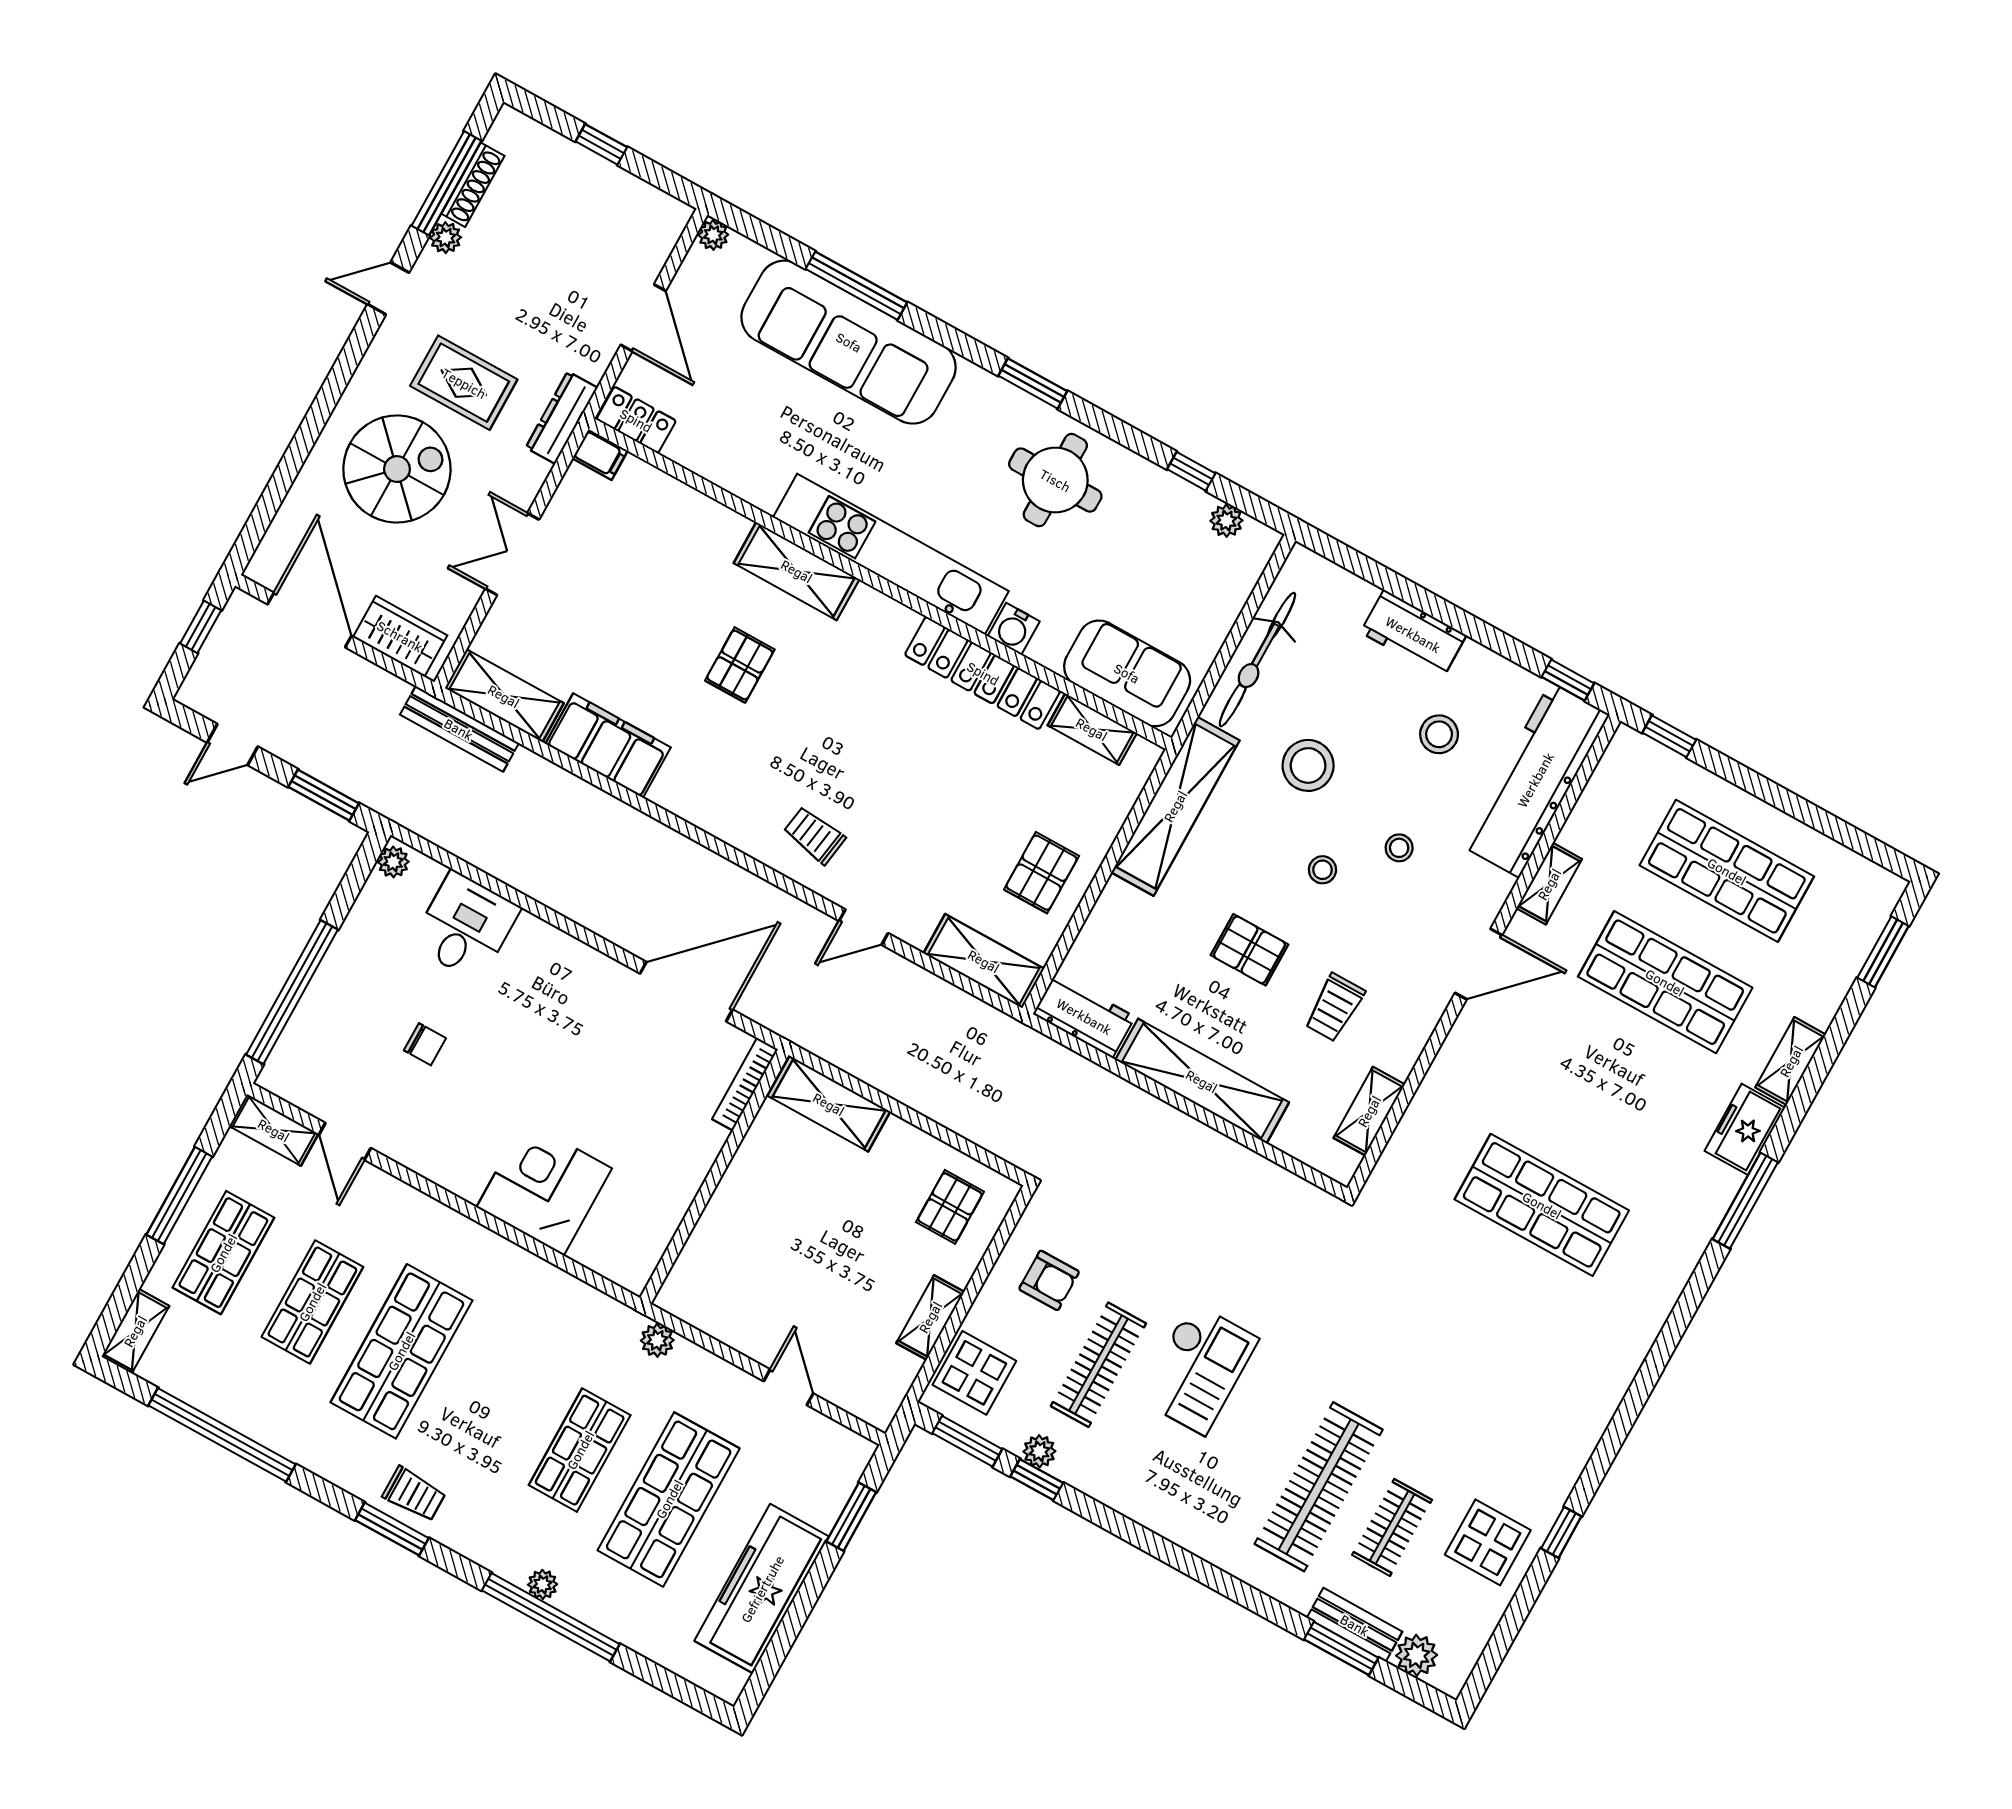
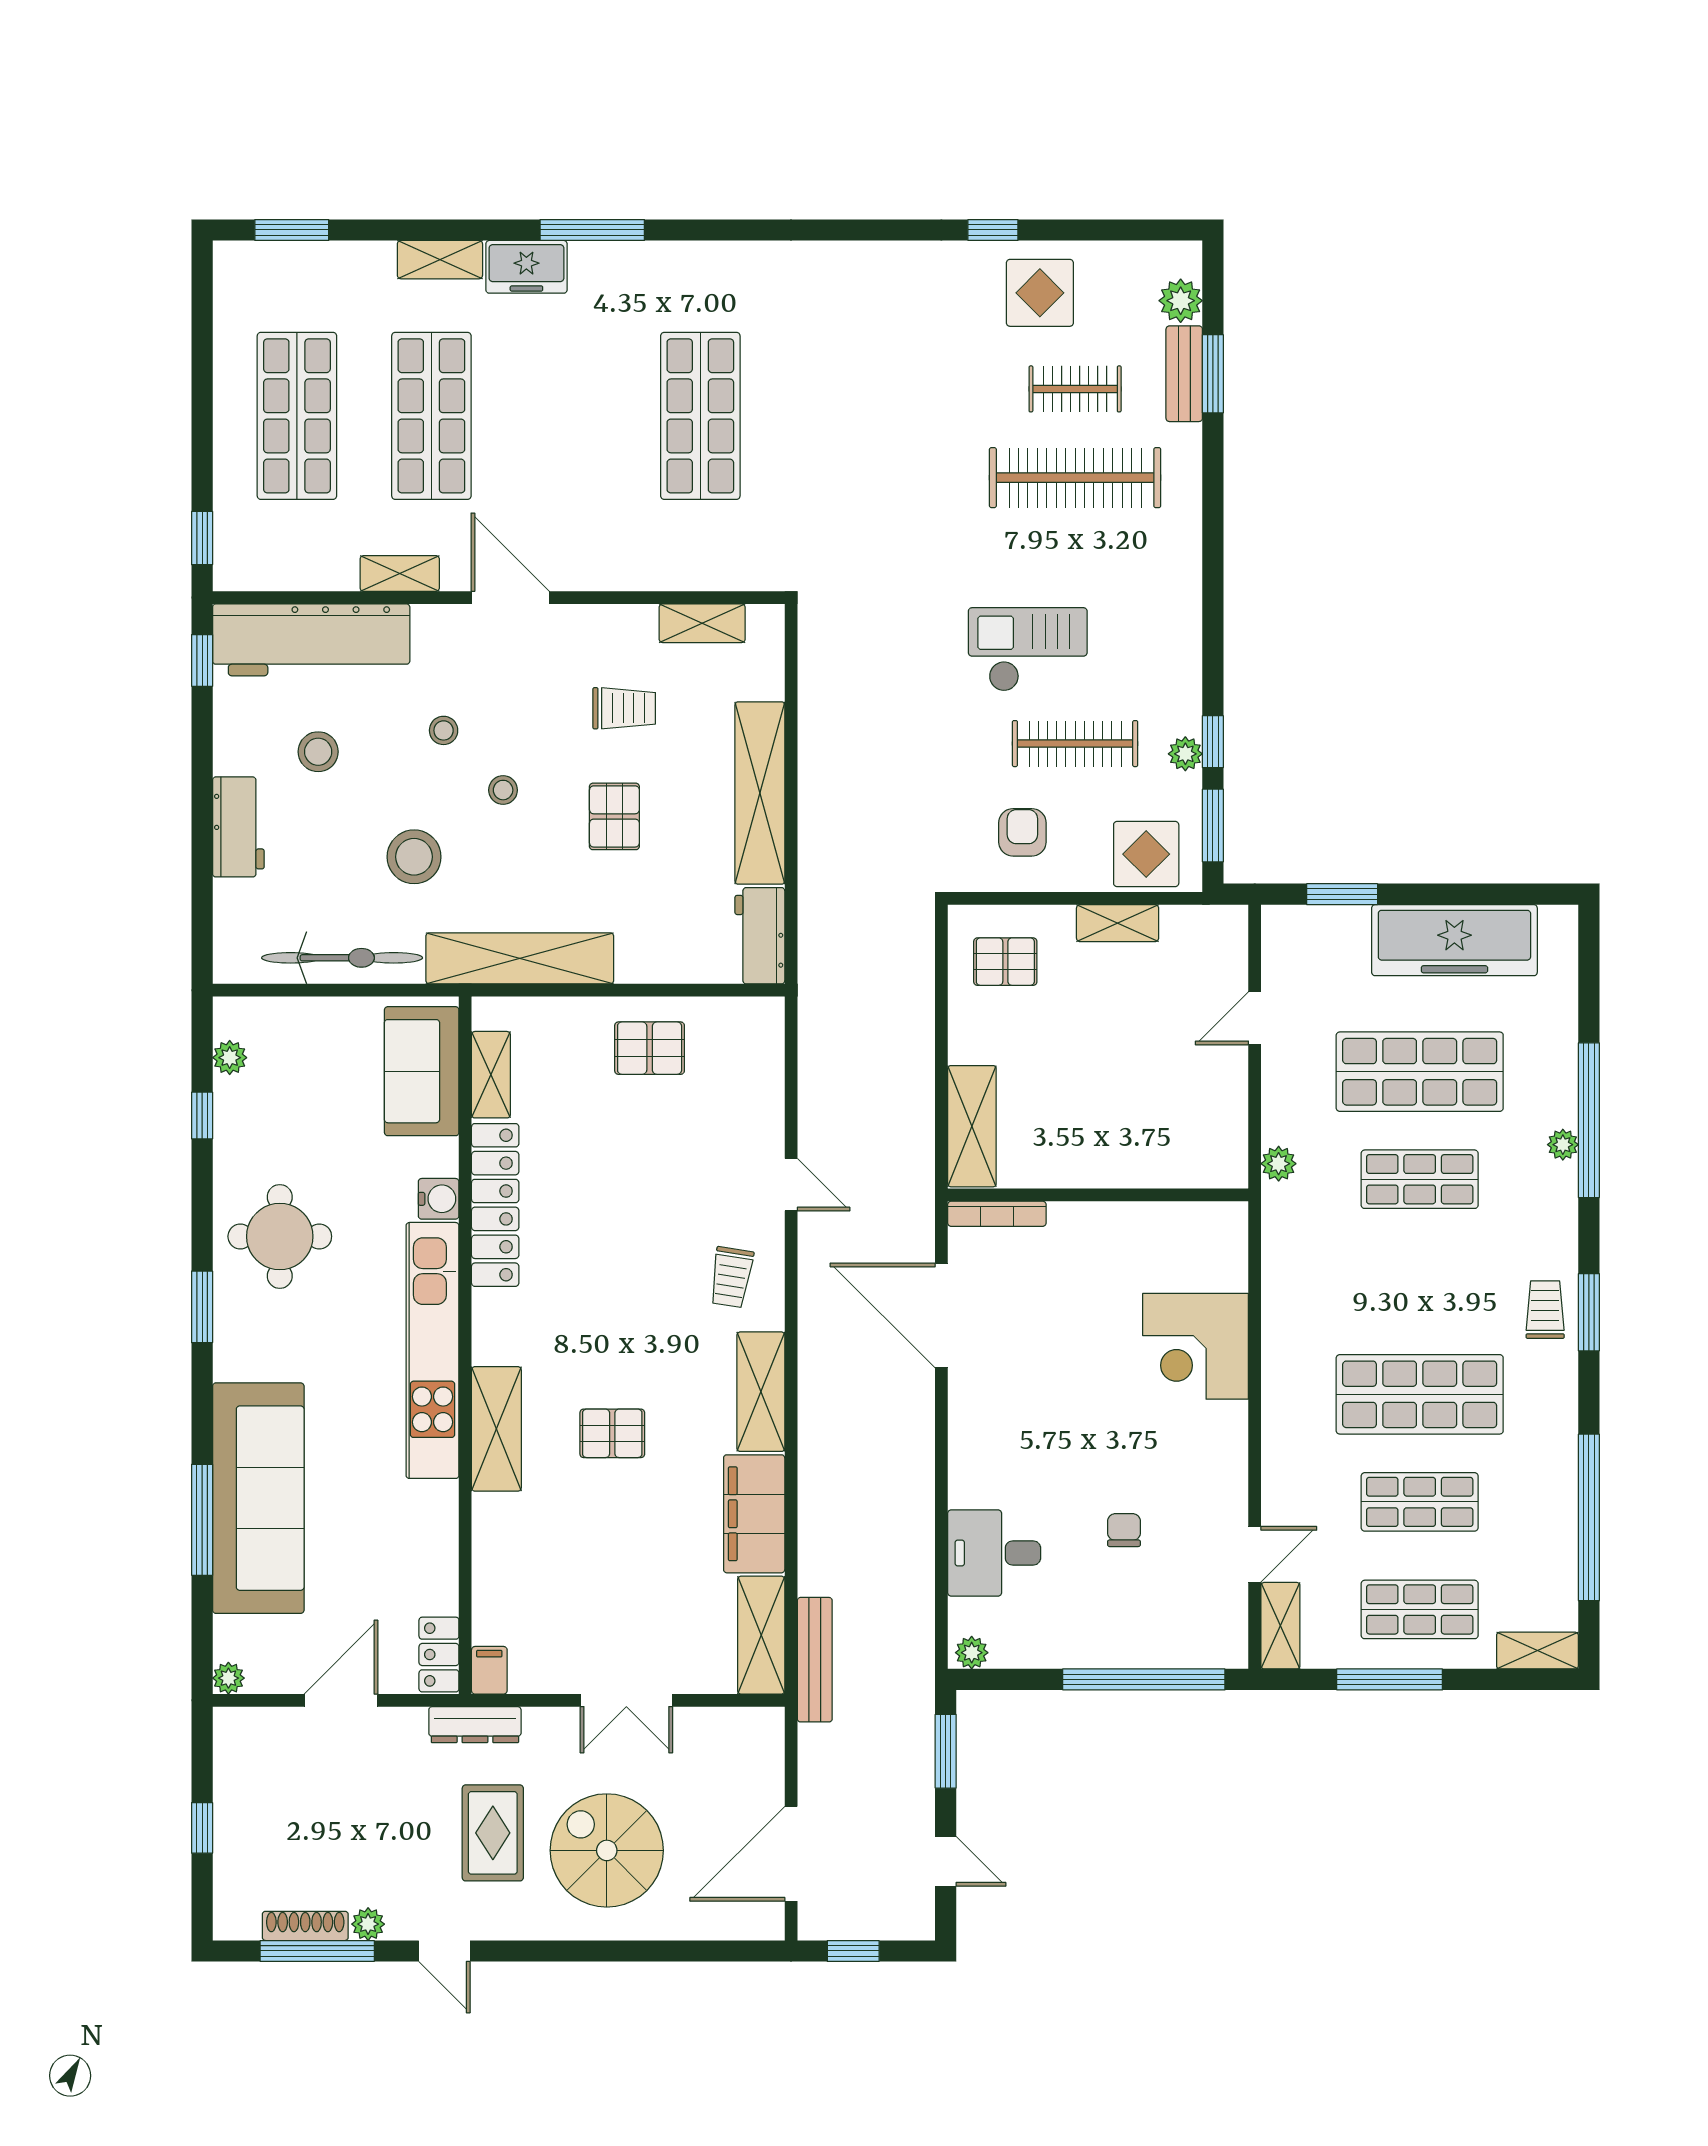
wardrobe: (400, 636) -> (760, 1762), removed
shelving: (984, 961) -> (761, 1392), moved

